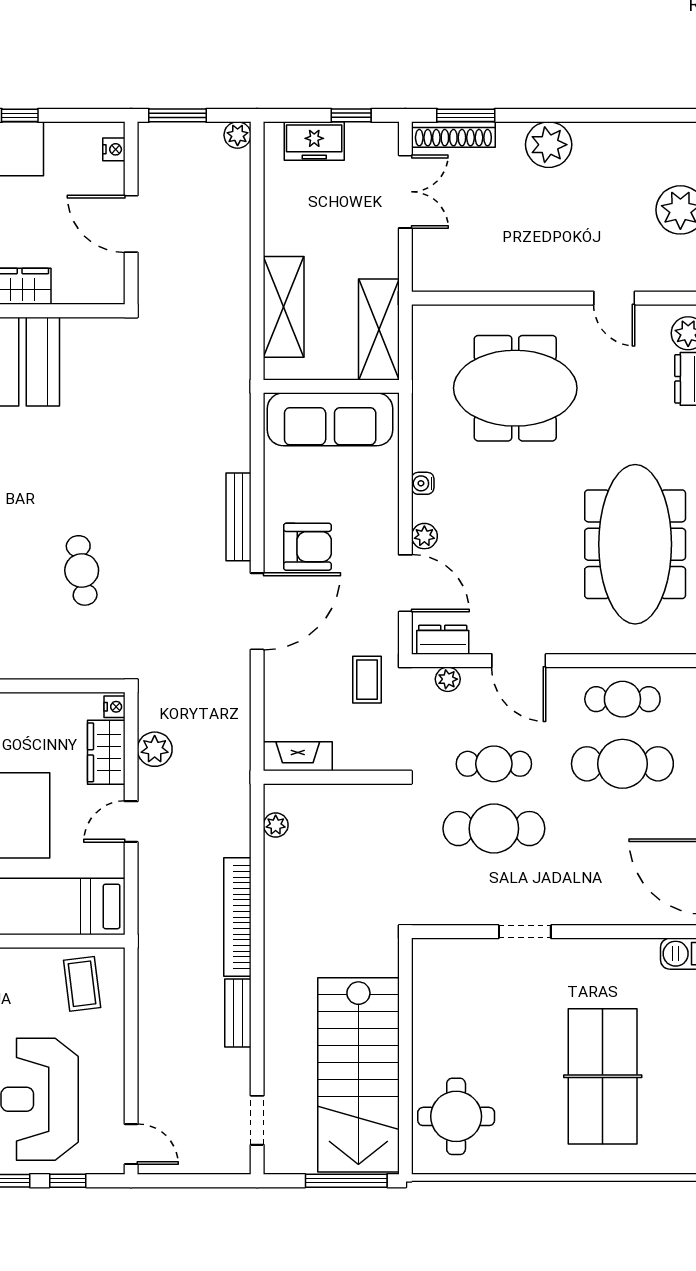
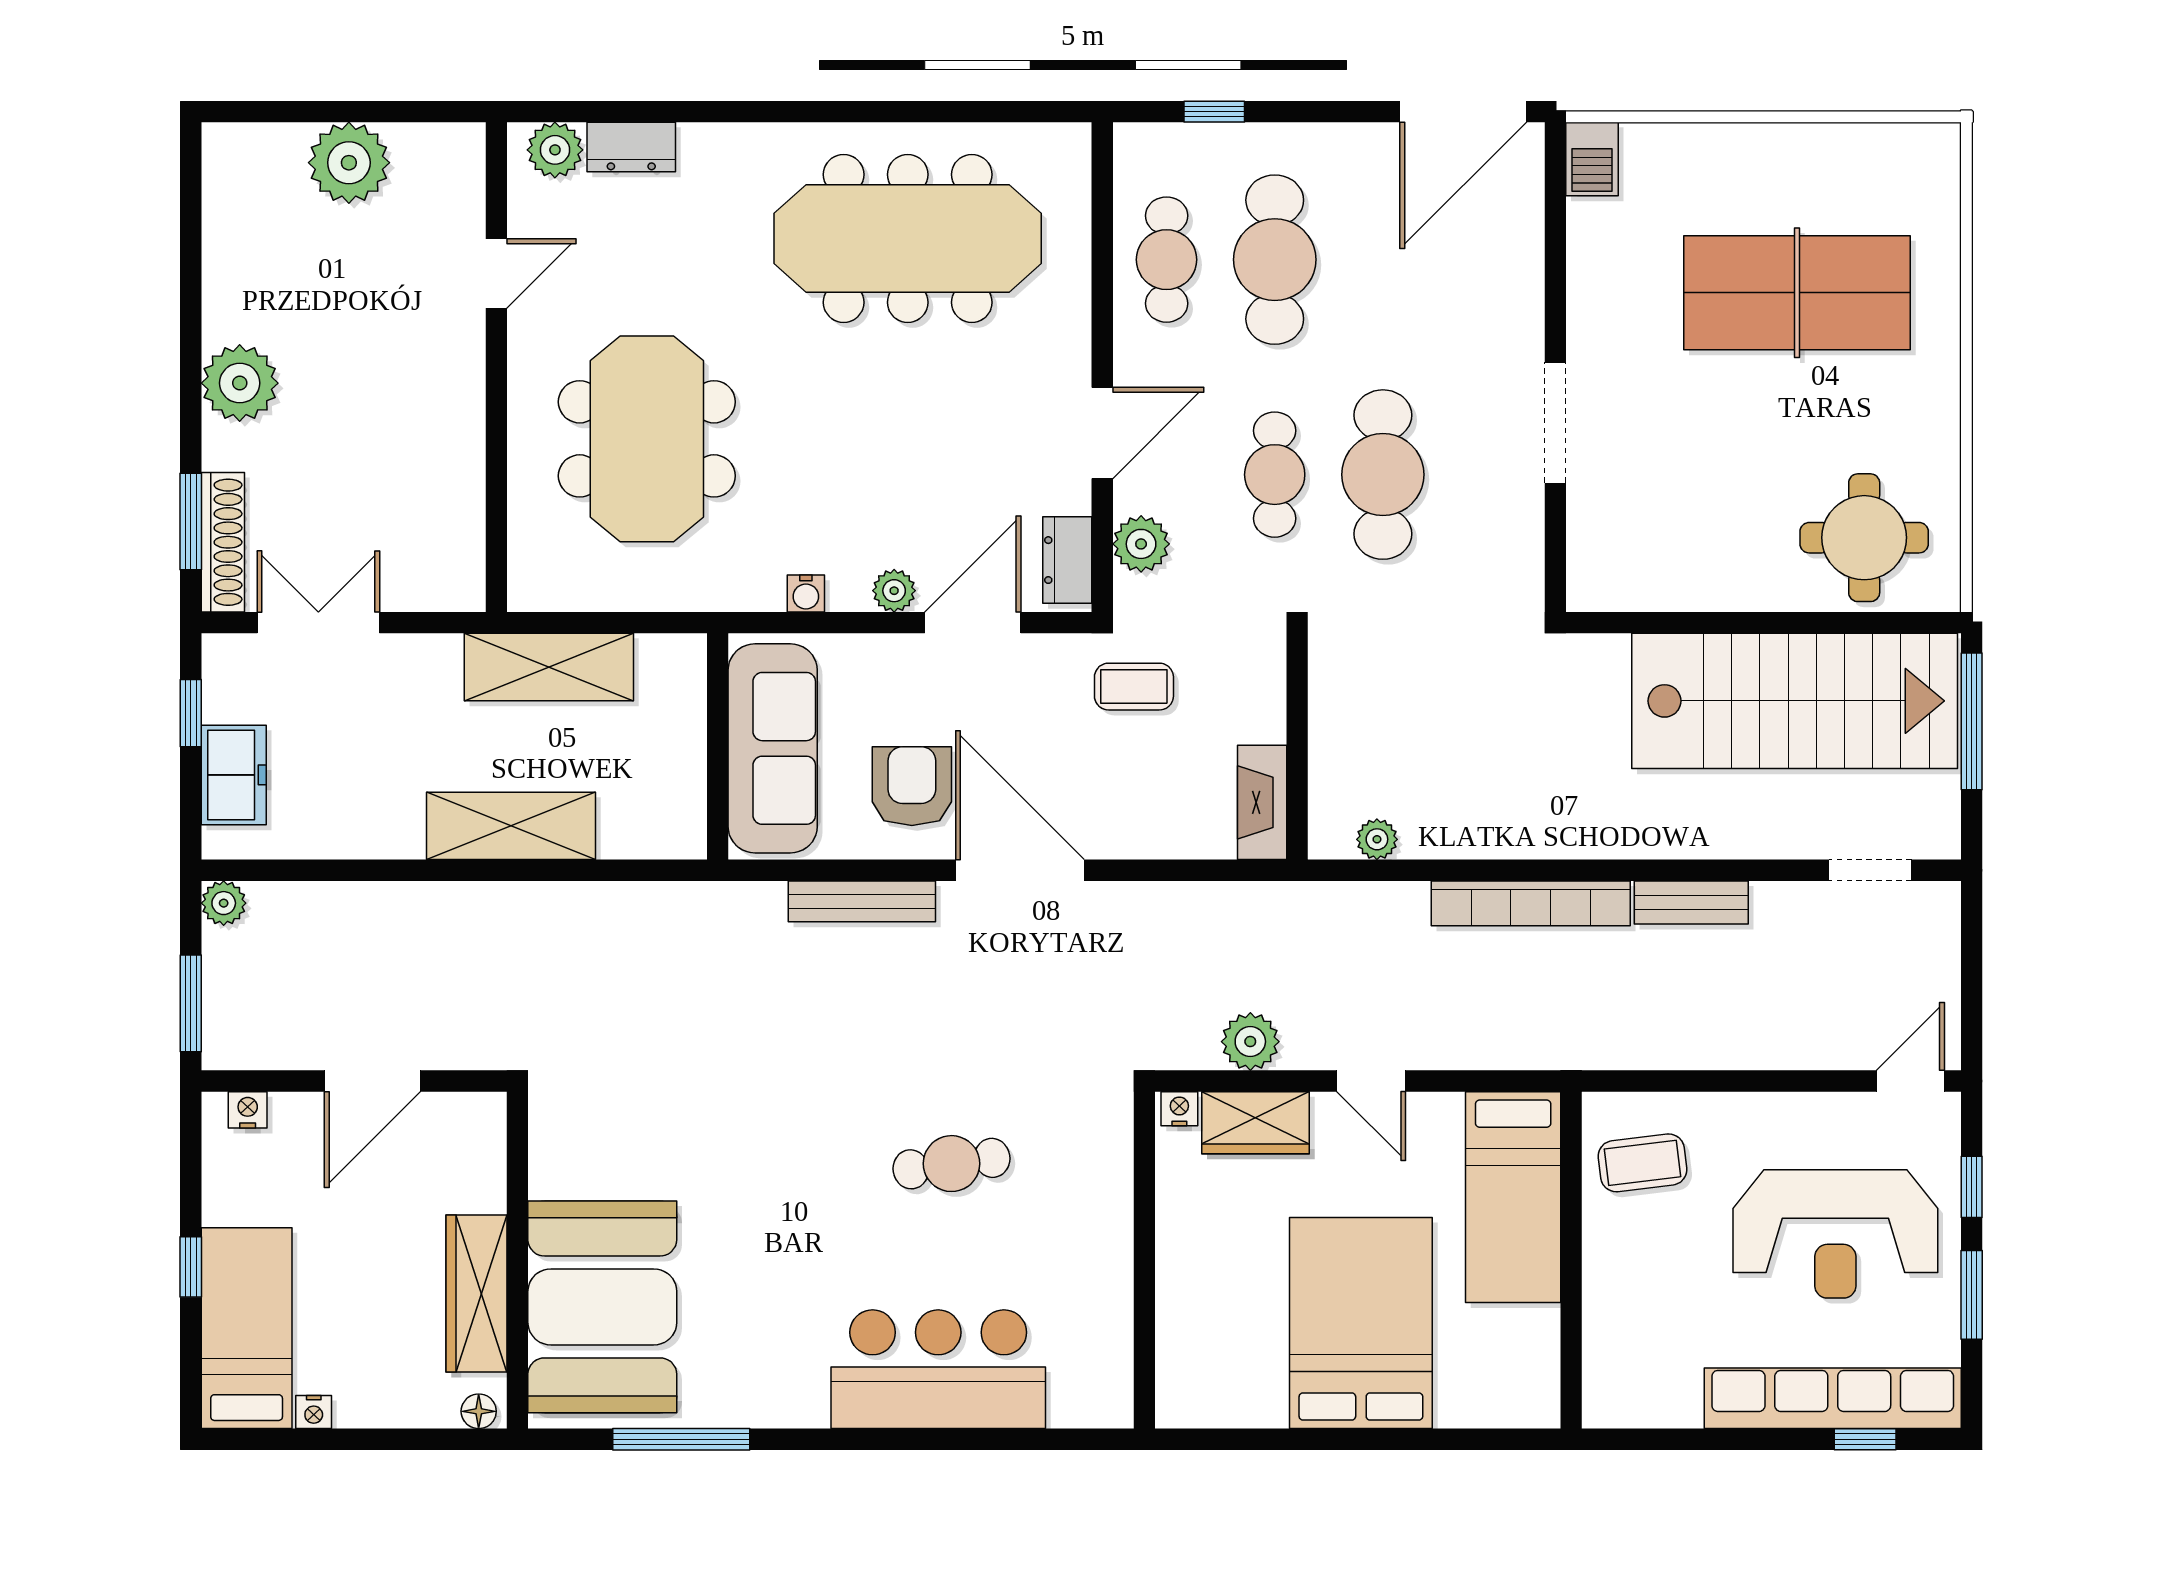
wall: (331, 386) -> (718, 746), moved
sofa: (330, 419) -> (773, 748), moved
plant: (448, 679) -> (1141, 544), width x1.38, depth x1.38
doorway: (525, 932) -> (1555, 423), width x1.38

